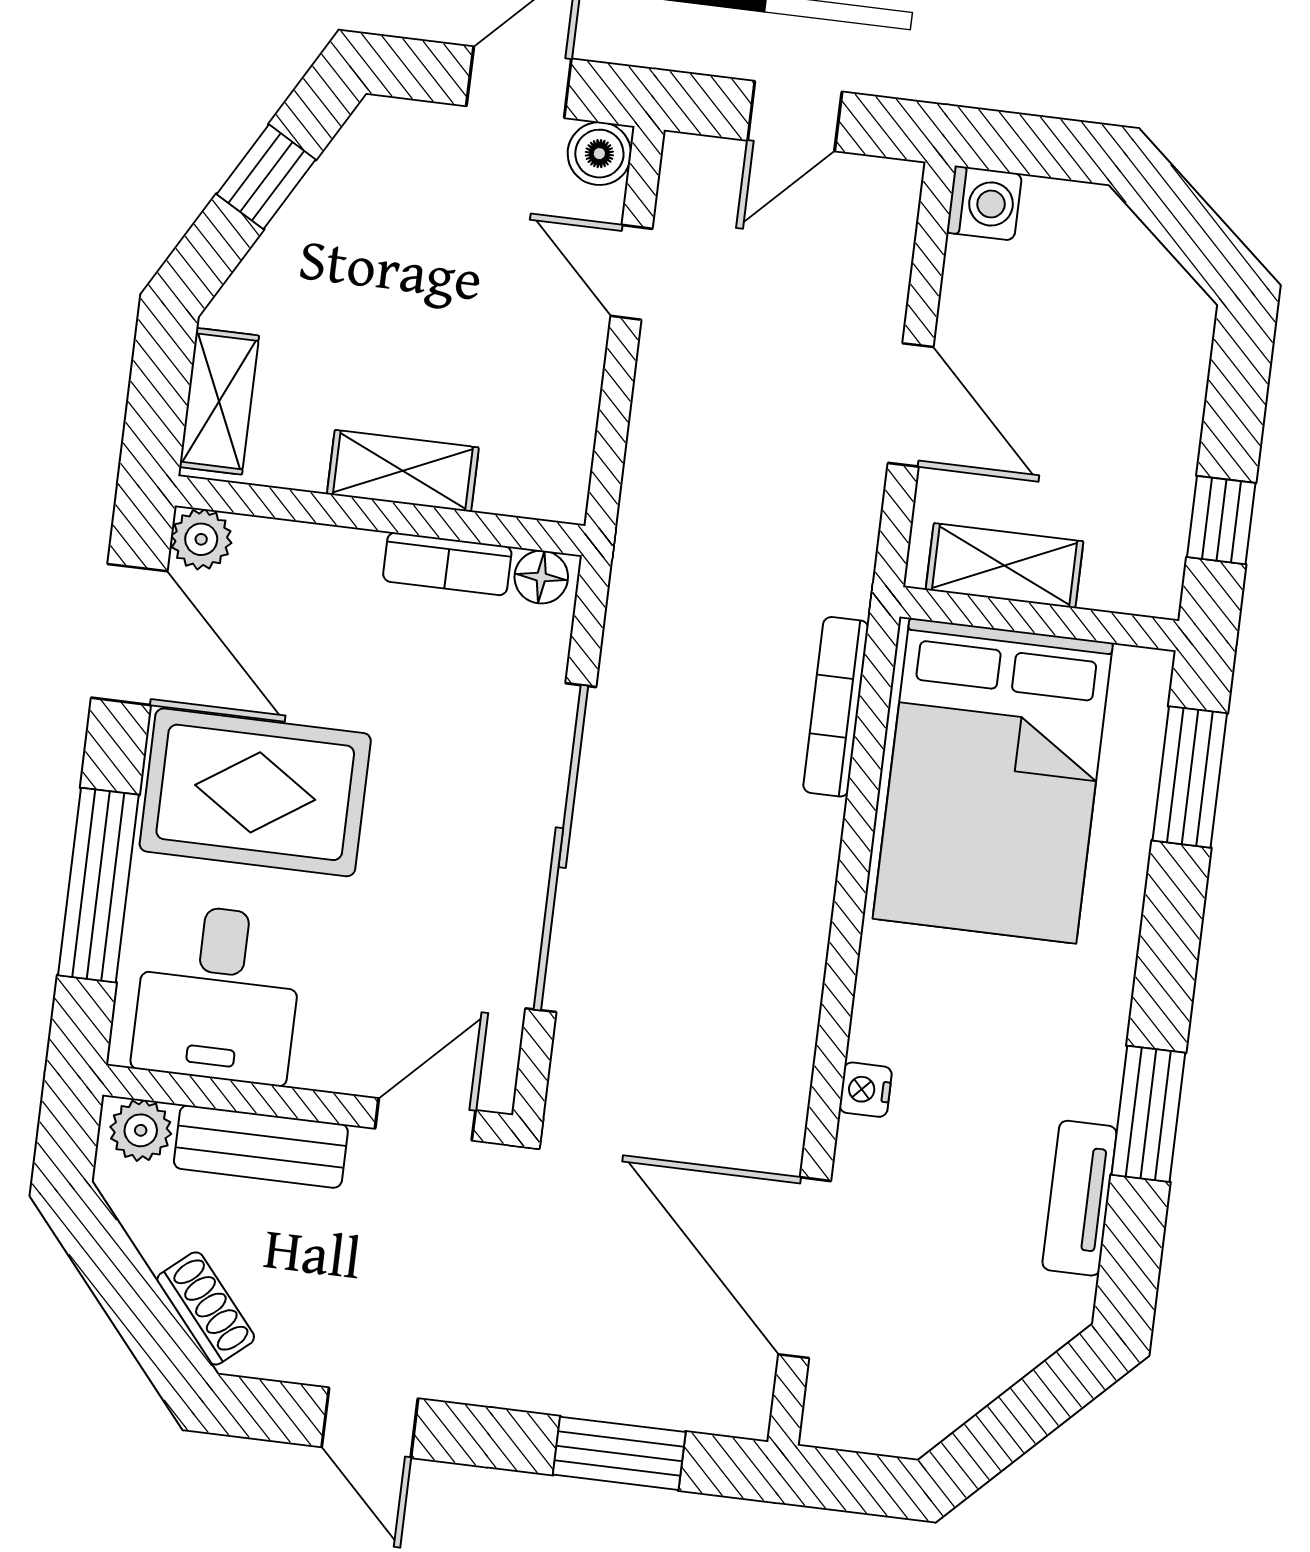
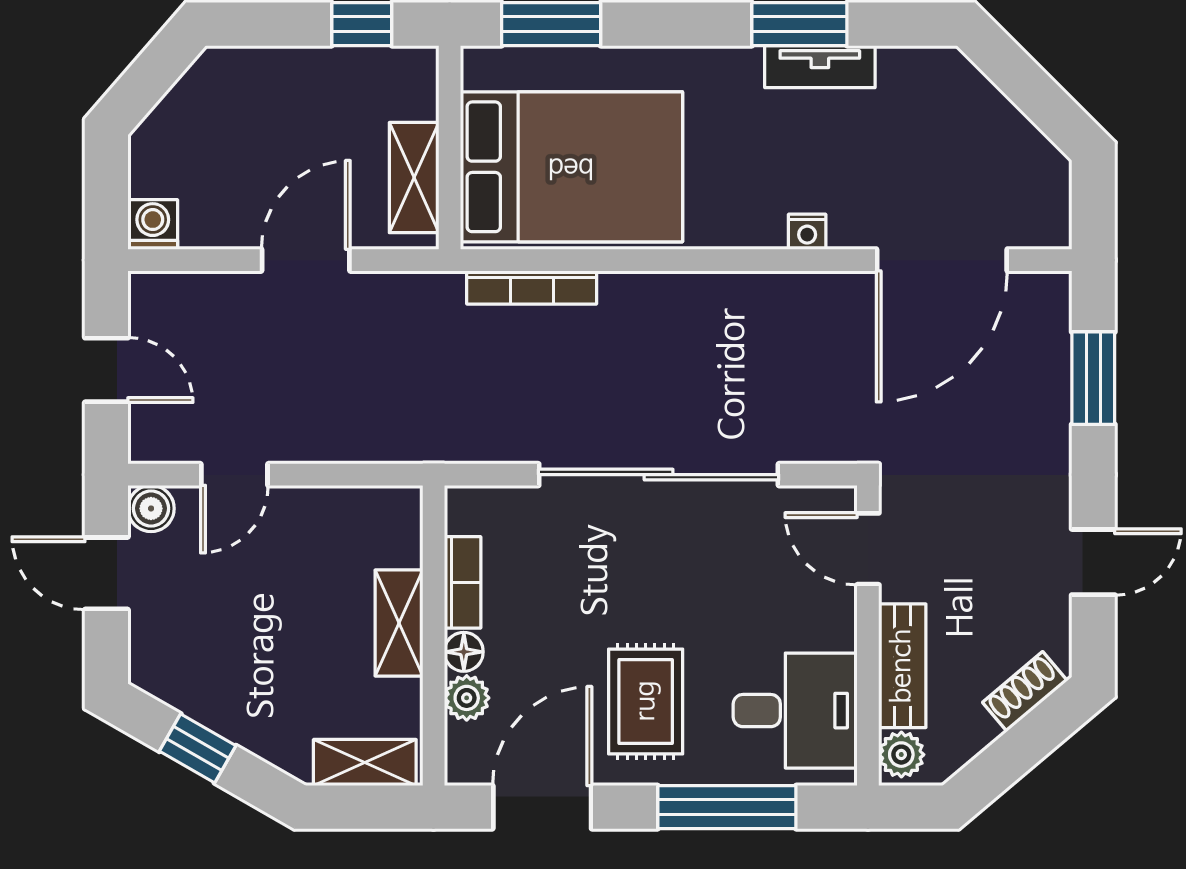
plant: (201, 539) -> (467, 698), moved
floor lamp: (541, 577) -> (464, 652), moved
rug: (255, 792) -> (646, 701), width x0.73, depth x0.70
tv unit: (1079, 1198) -> (820, 67), moved

